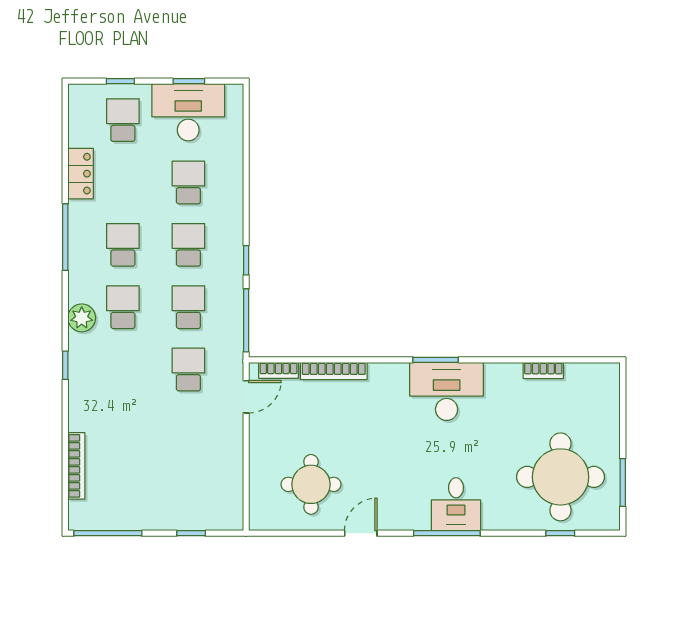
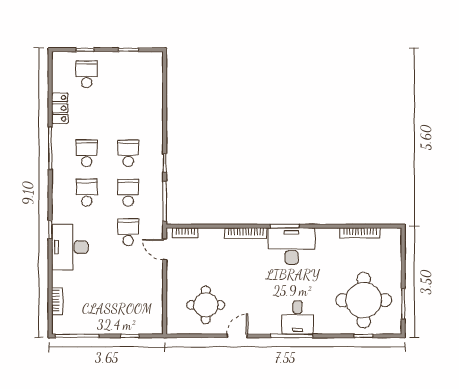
desk: (188, 112) -> (70, 247), moved, turned -90
school desk: (188, 182) -> (128, 114), removed
plant: (82, 318) -> (61, 200), removed
bookcase: (334, 371) -> (246, 233), moved
bookcase: (543, 371) -> (360, 233), width x1.56
door: (246, 397) -> (165, 249), swing flipped
bookcase: (76, 466) -> (57, 301), width x0.64

